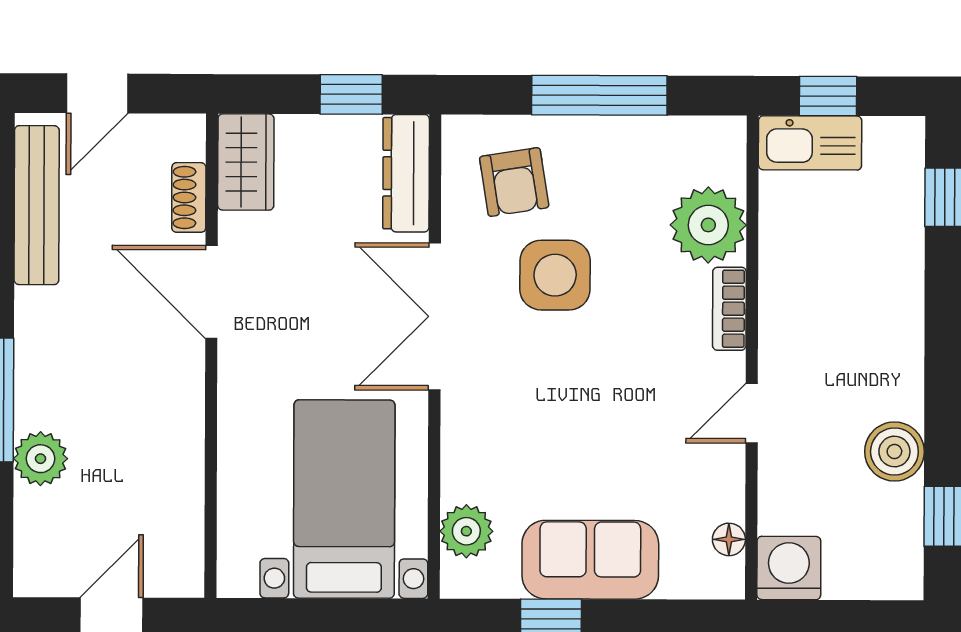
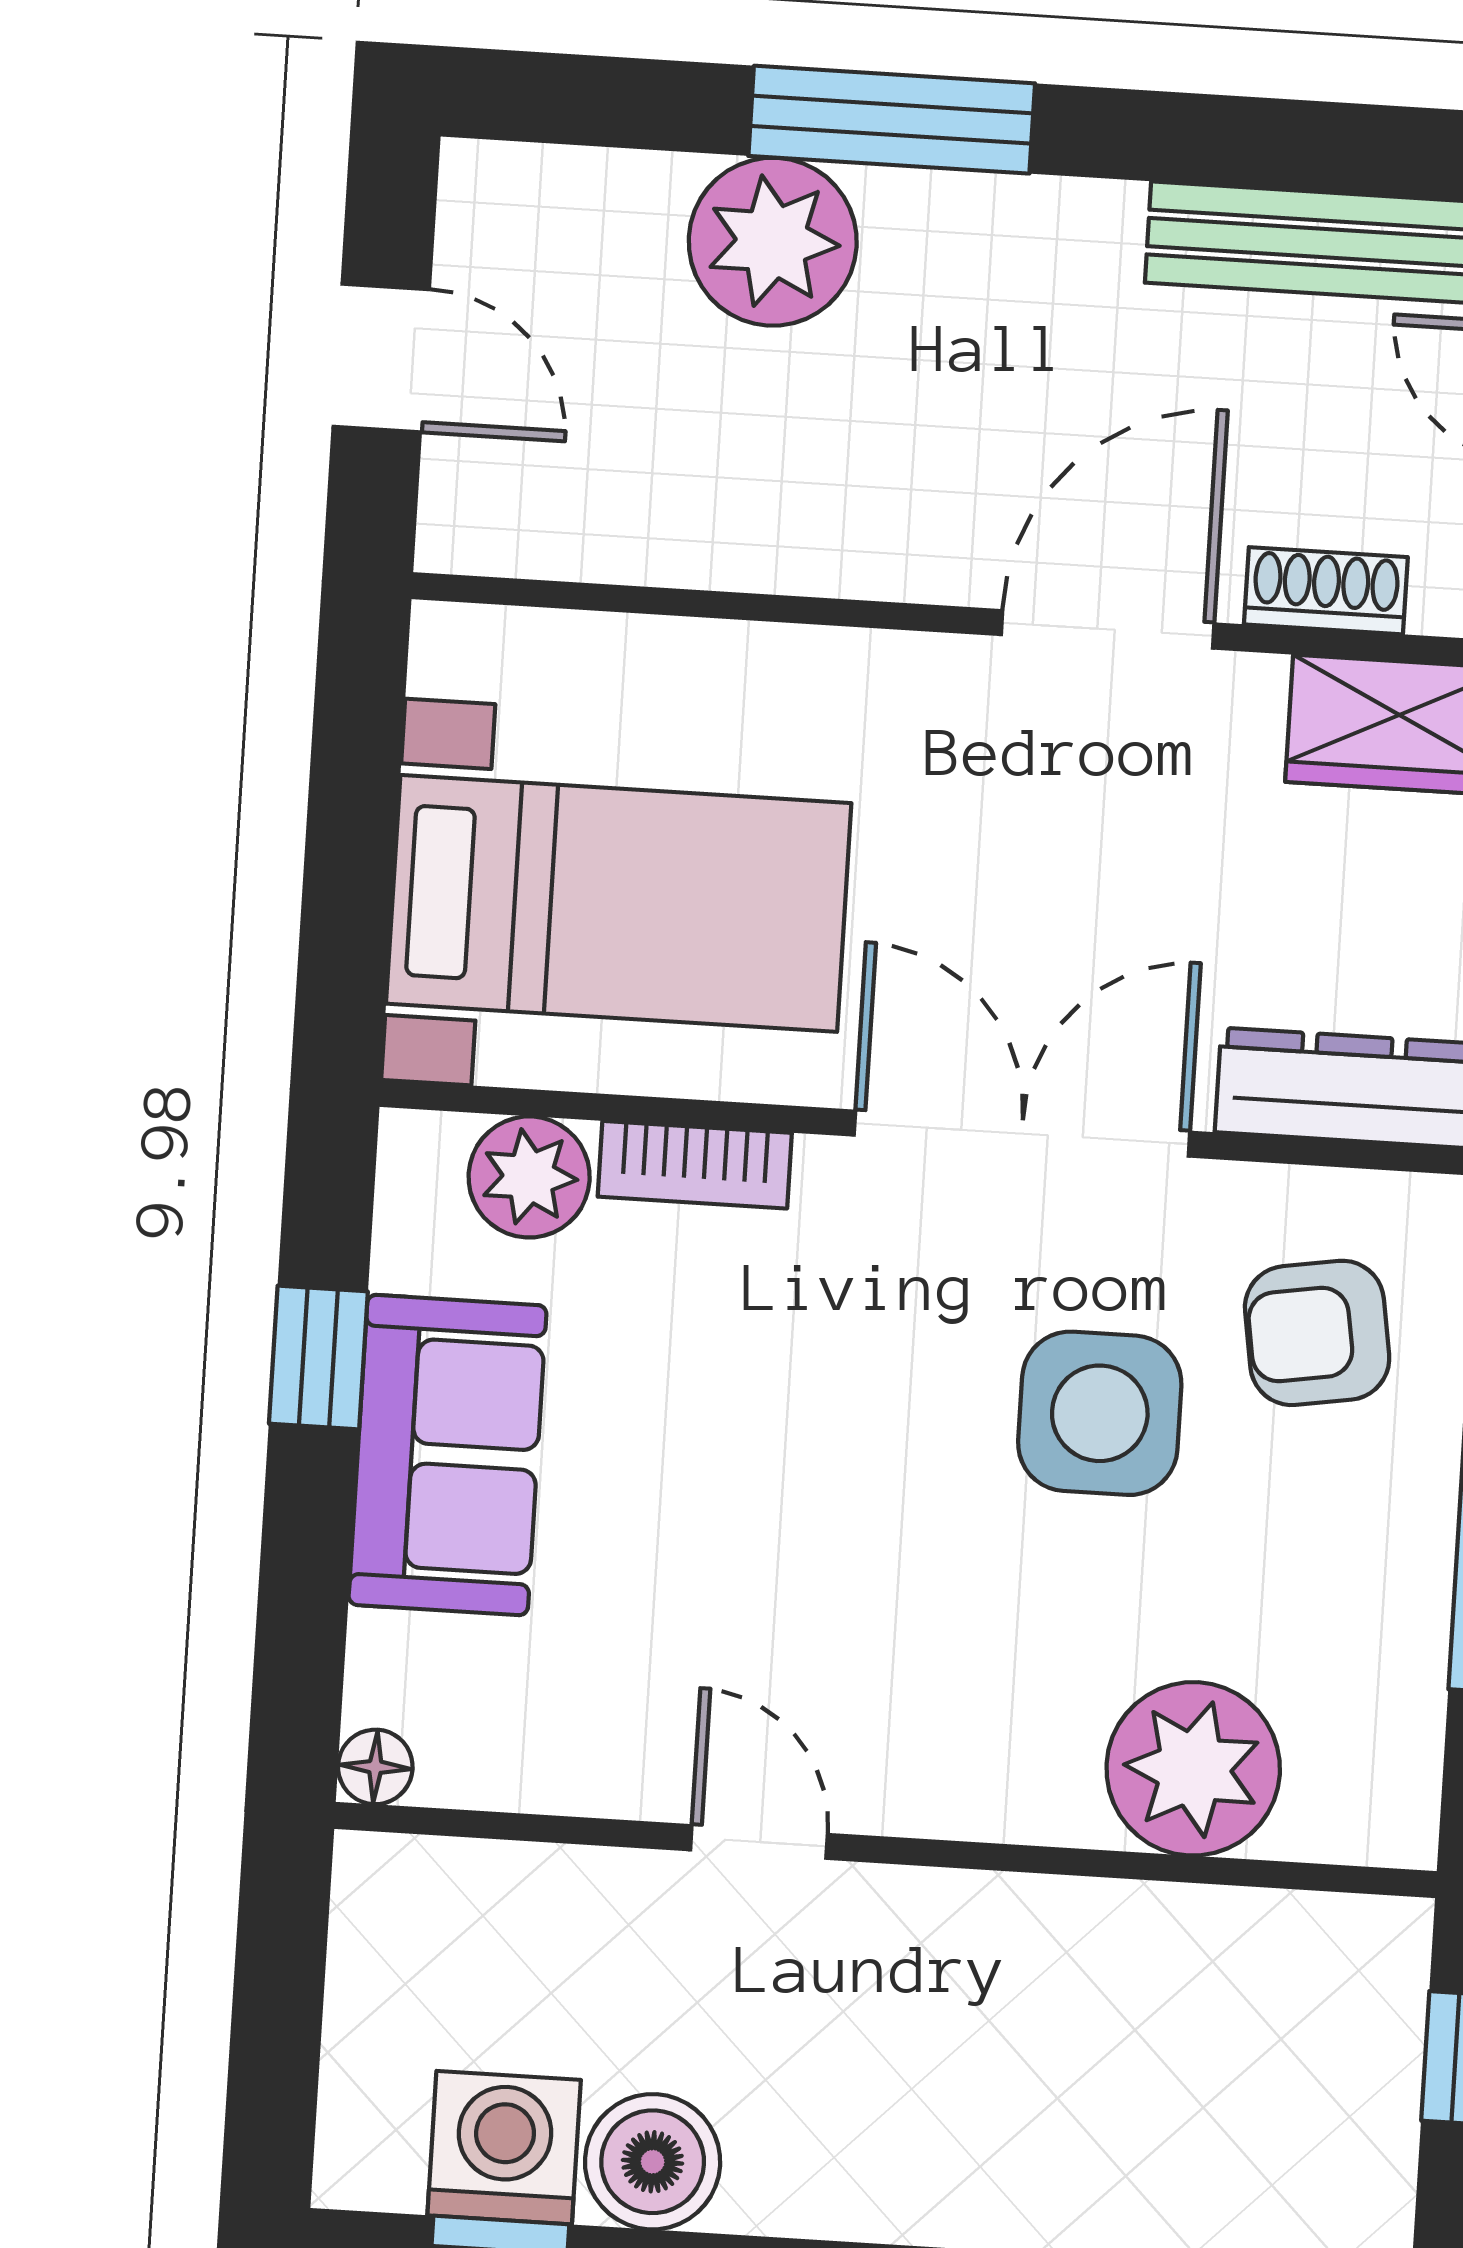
kitchen sink: (810, 143) -> (1366, 2011), removed
bookcase: (729, 309) -> (695, 1165), moved, turned 180
plant: (40, 459) -> (773, 242), width x1.36, depth x1.36
floor lamp: (729, 539) -> (375, 1767), moved
washing machine: (789, 568) -> (504, 2148), moved, turned -90

